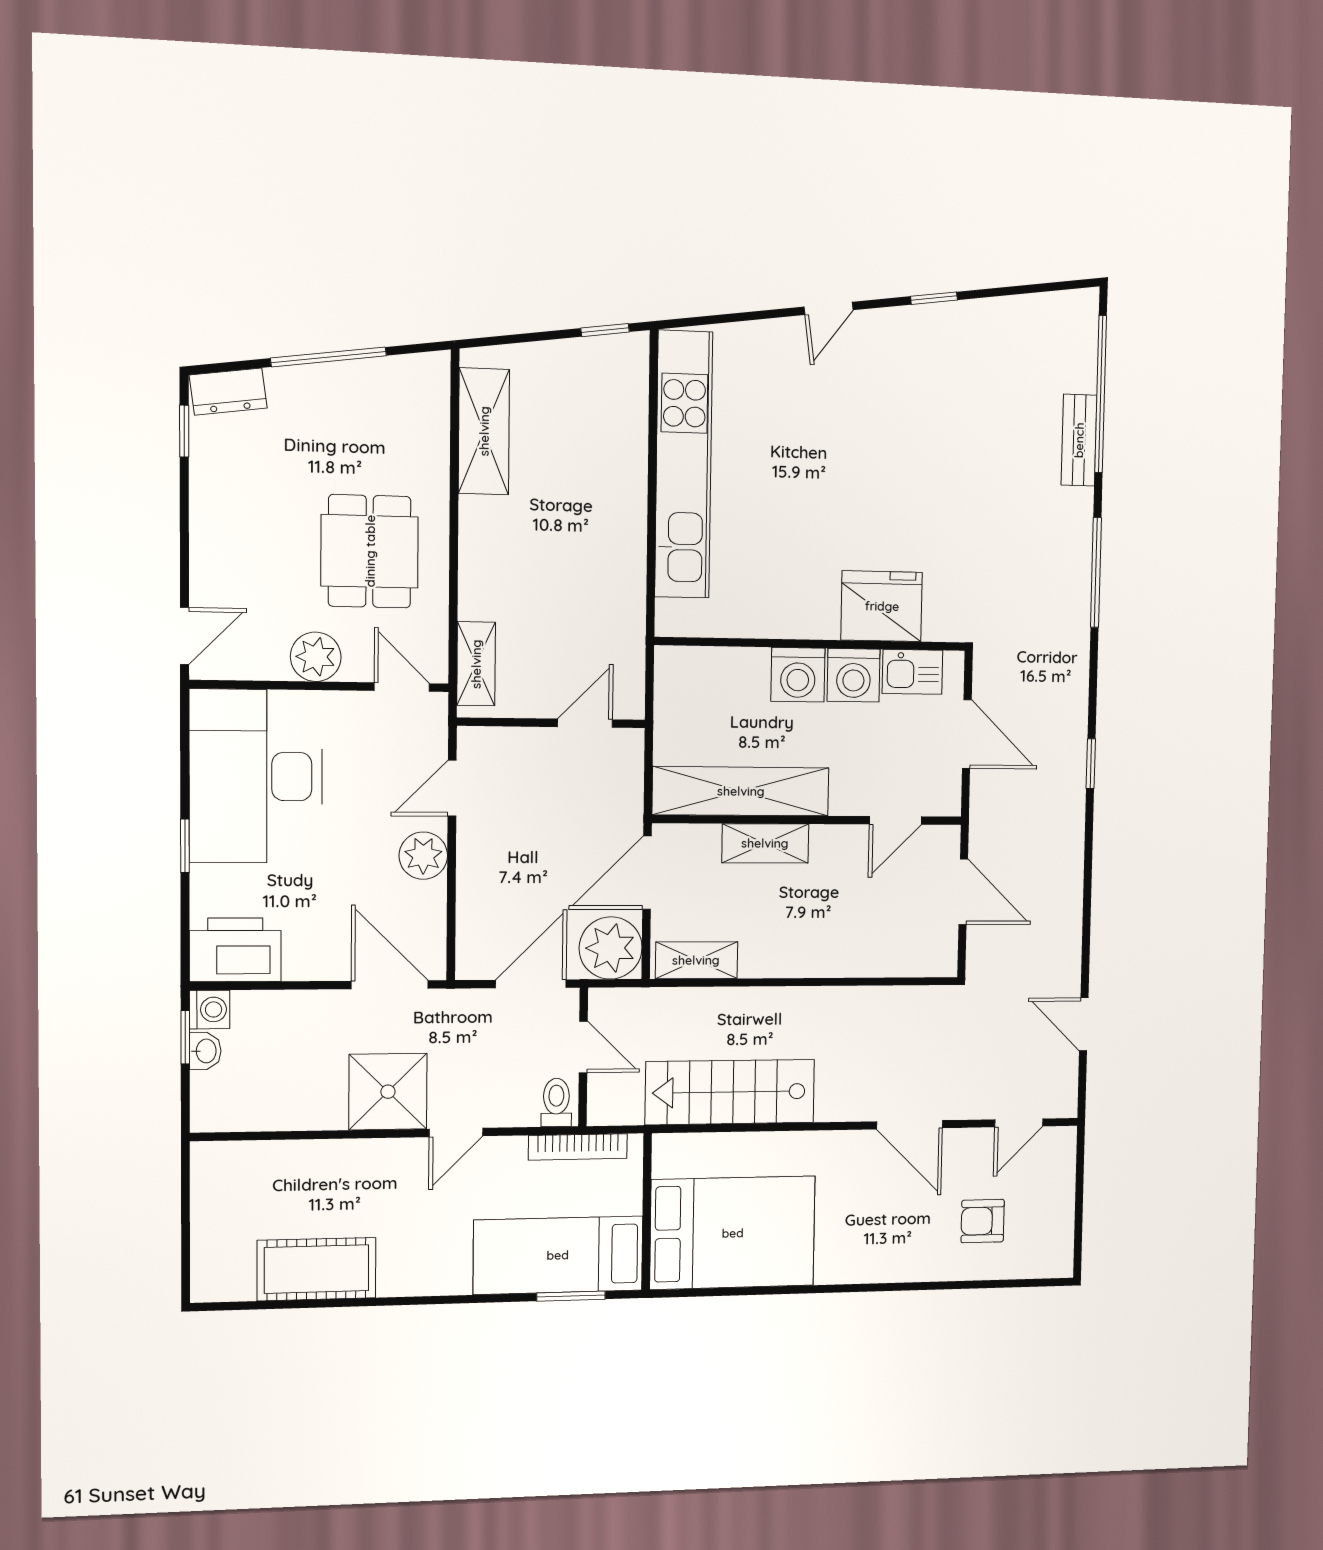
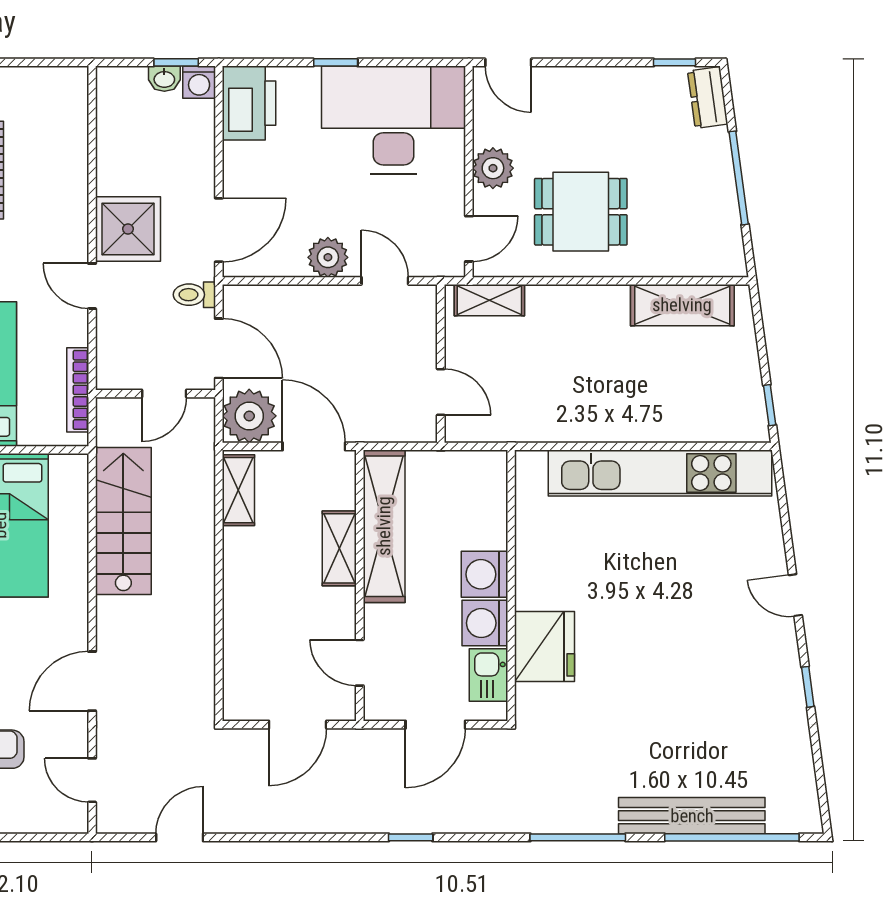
bench: (1079, 440) -> (692, 816), width x1.86, depth x1.21
toilet: (556, 1102) -> (194, 295), moved, turned 180

